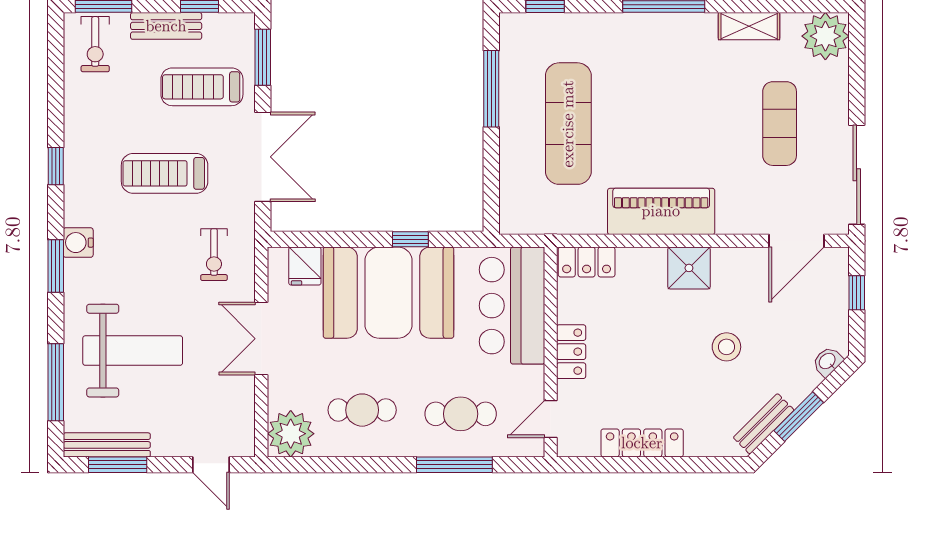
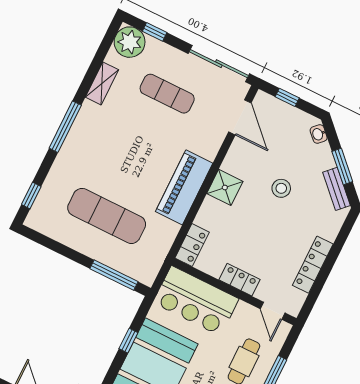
window: (857, 64) -> (155, 32), added
window: (491, 89) -> (114, 275), moved

